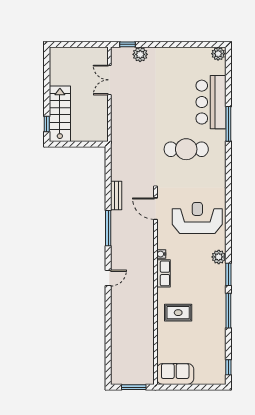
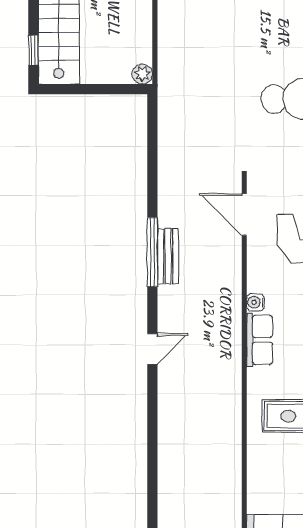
plant: (103, 136) -> (142, 74), added
bench: (116, 195) -> (168, 256), moved

